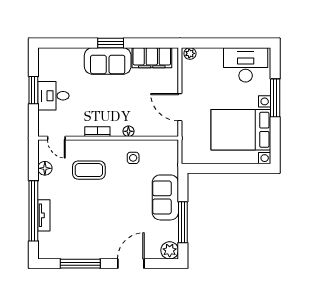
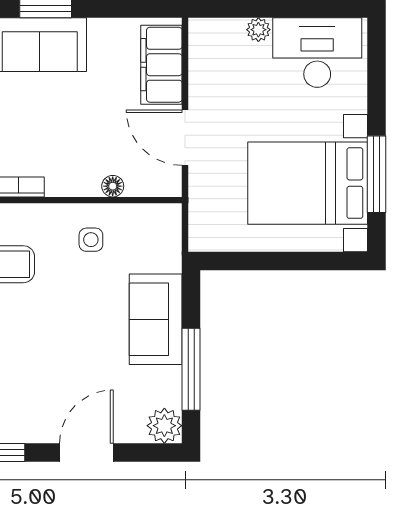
plant: (190, 53) -> (258, 30), moved
filing cabinet: (152, 58) -> (161, 65), moved, turned 90
window: (275, 98) -> (377, 174), moved
floor lamp: (128, 131) -> (113, 186), moved

